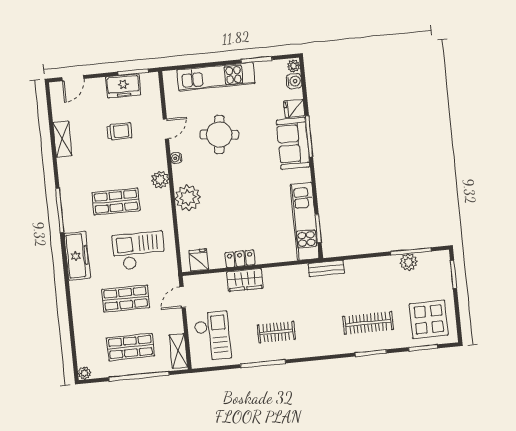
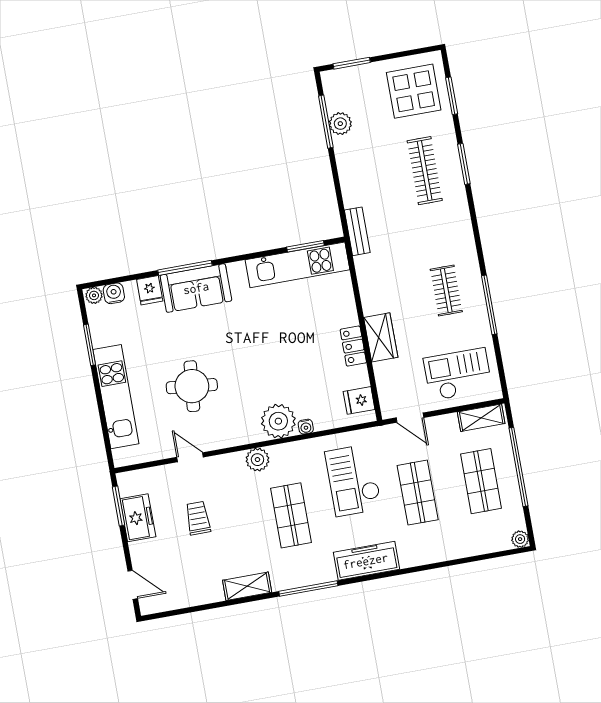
shelving: (62, 139) -> (247, 586), moved
water cooler: (176, 158) -> (306, 427), moved

